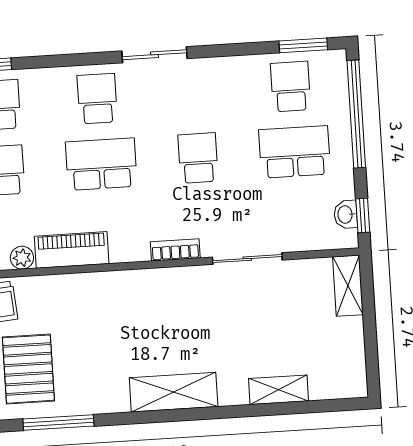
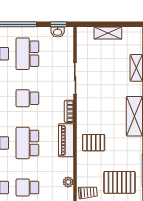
piano: (72, 250) -> (66, 140), moved
shelving: (348, 286) -> (108, 33), moved
pallet: (111, 307) -> (94, 143), added

